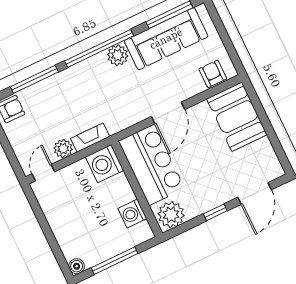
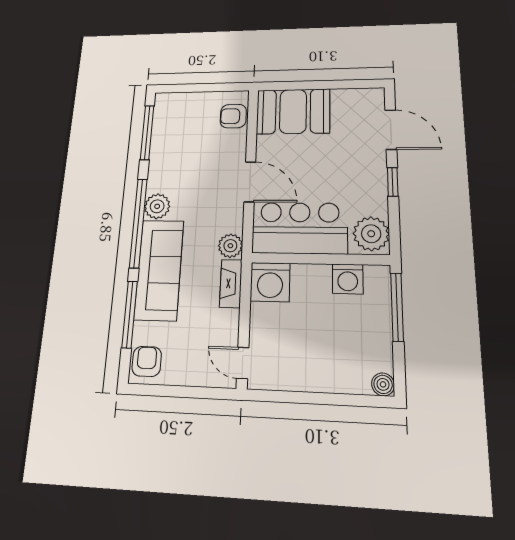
sofa: (166, 39) -> (159, 270), moved
plant: (63, 149) -> (230, 246), moved
window: (115, 261) -> (397, 307), moved

